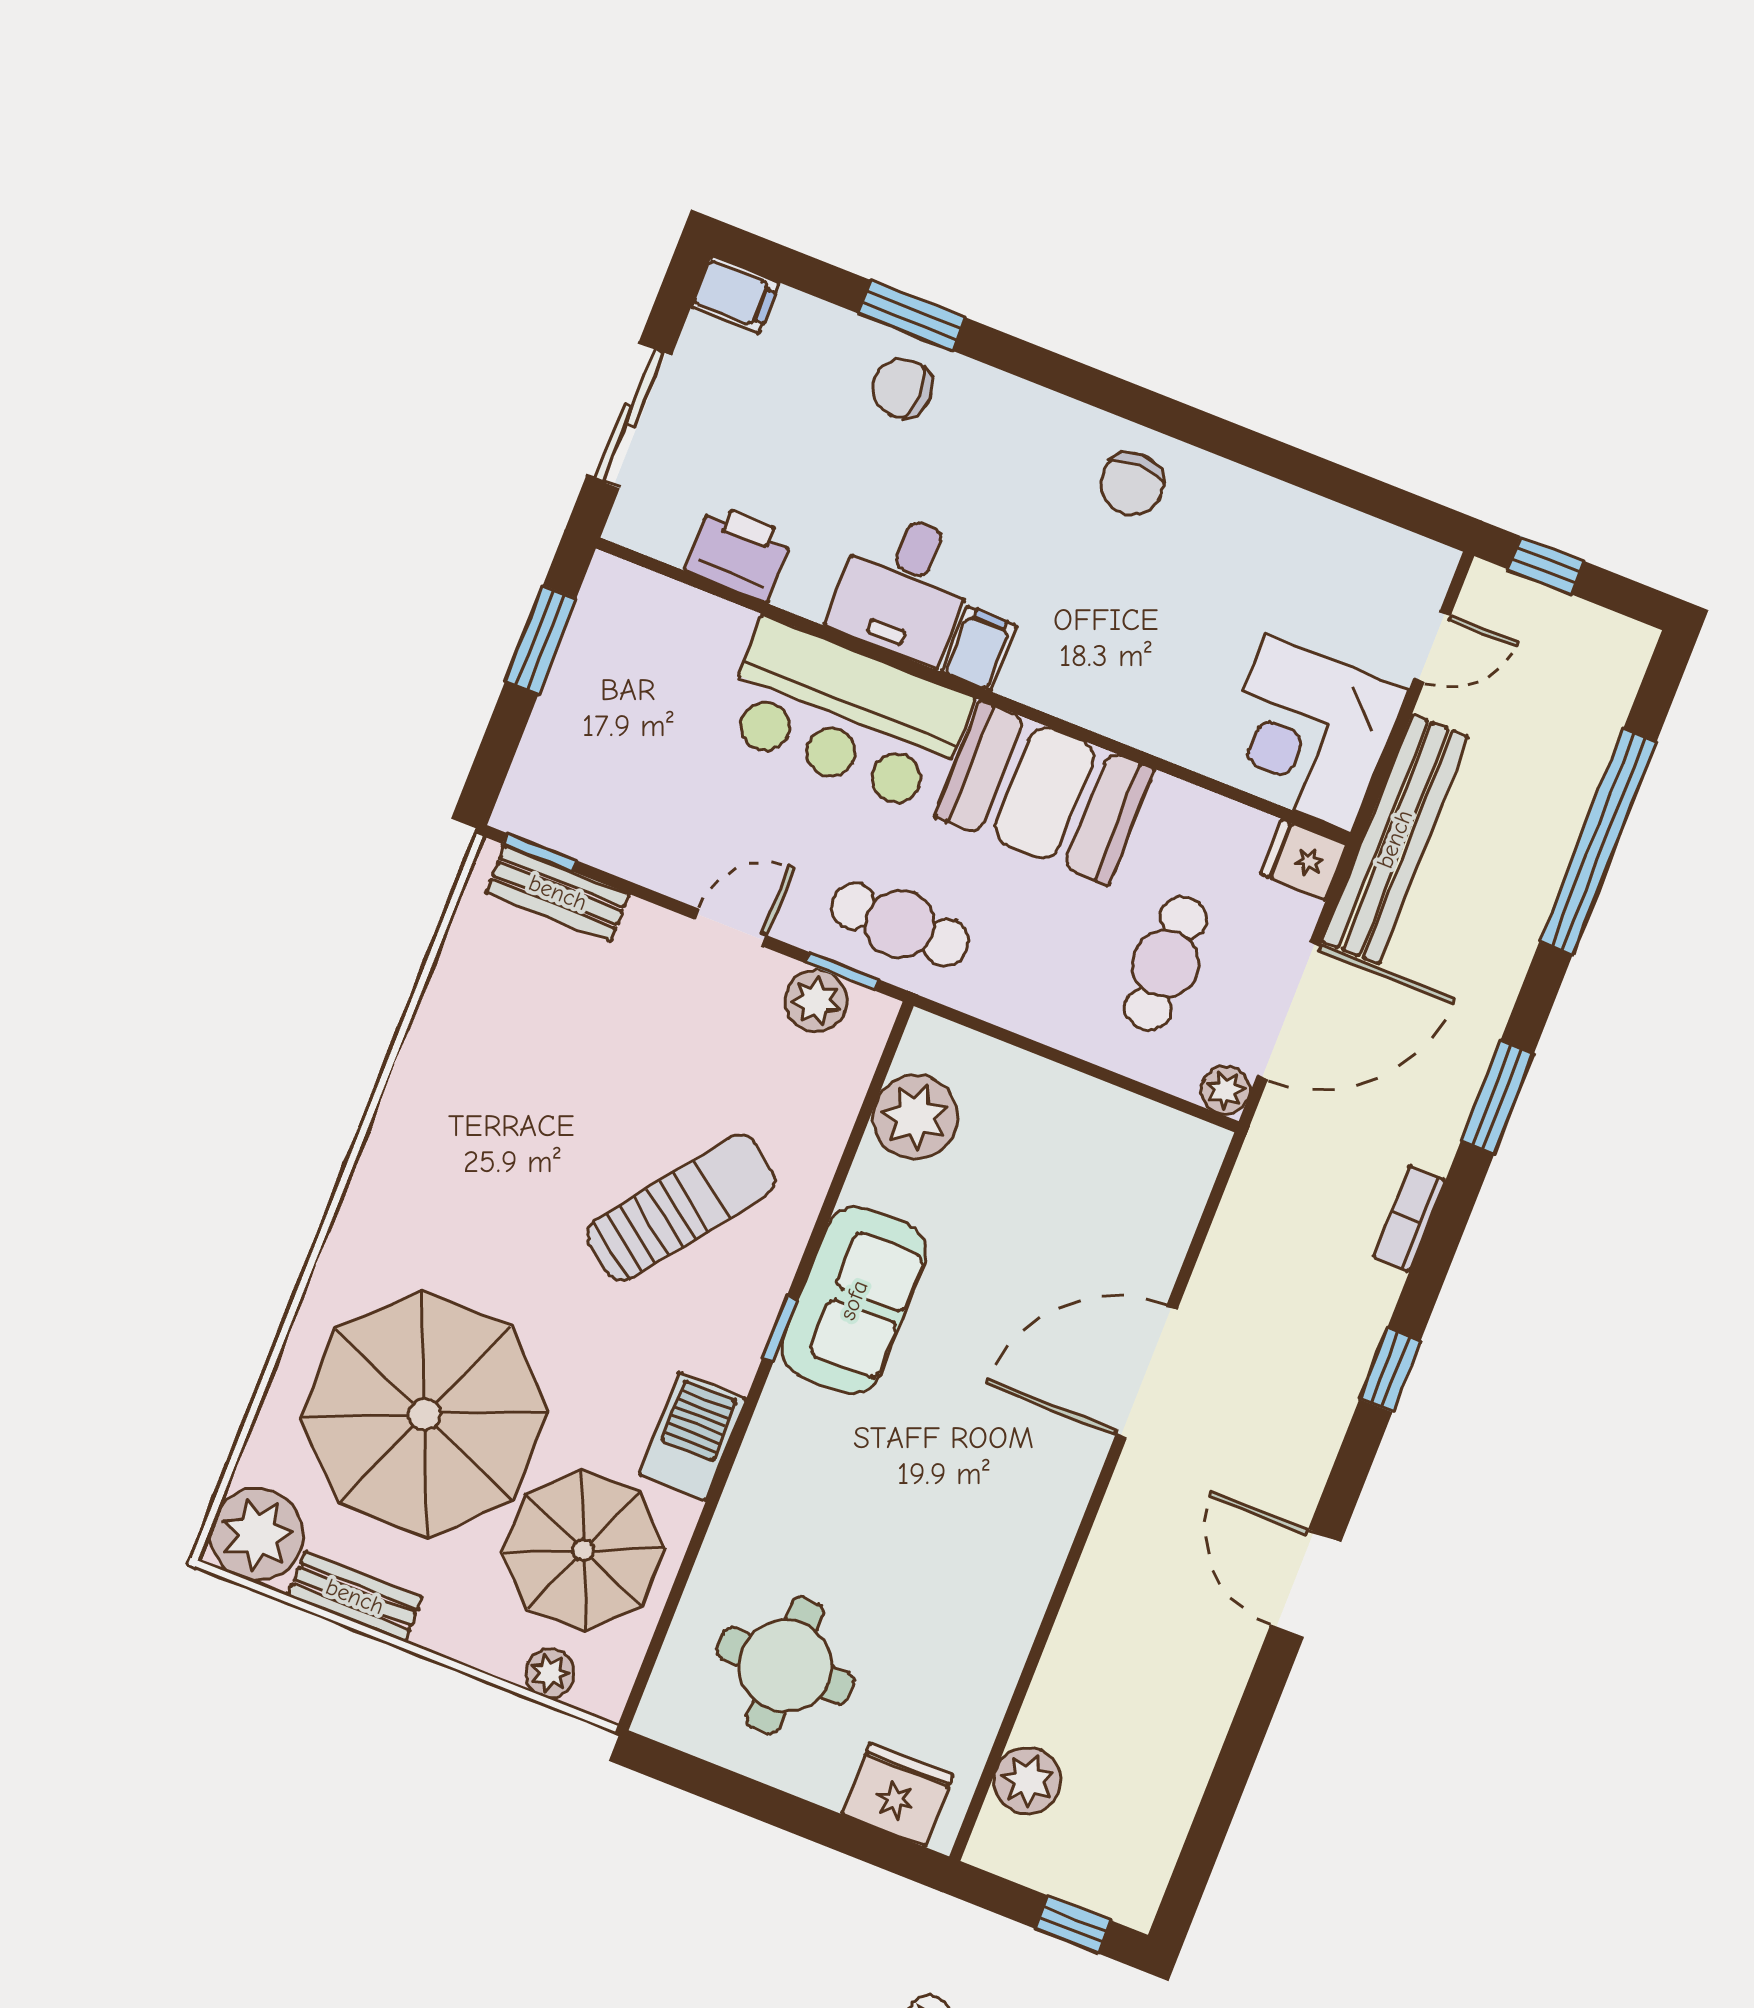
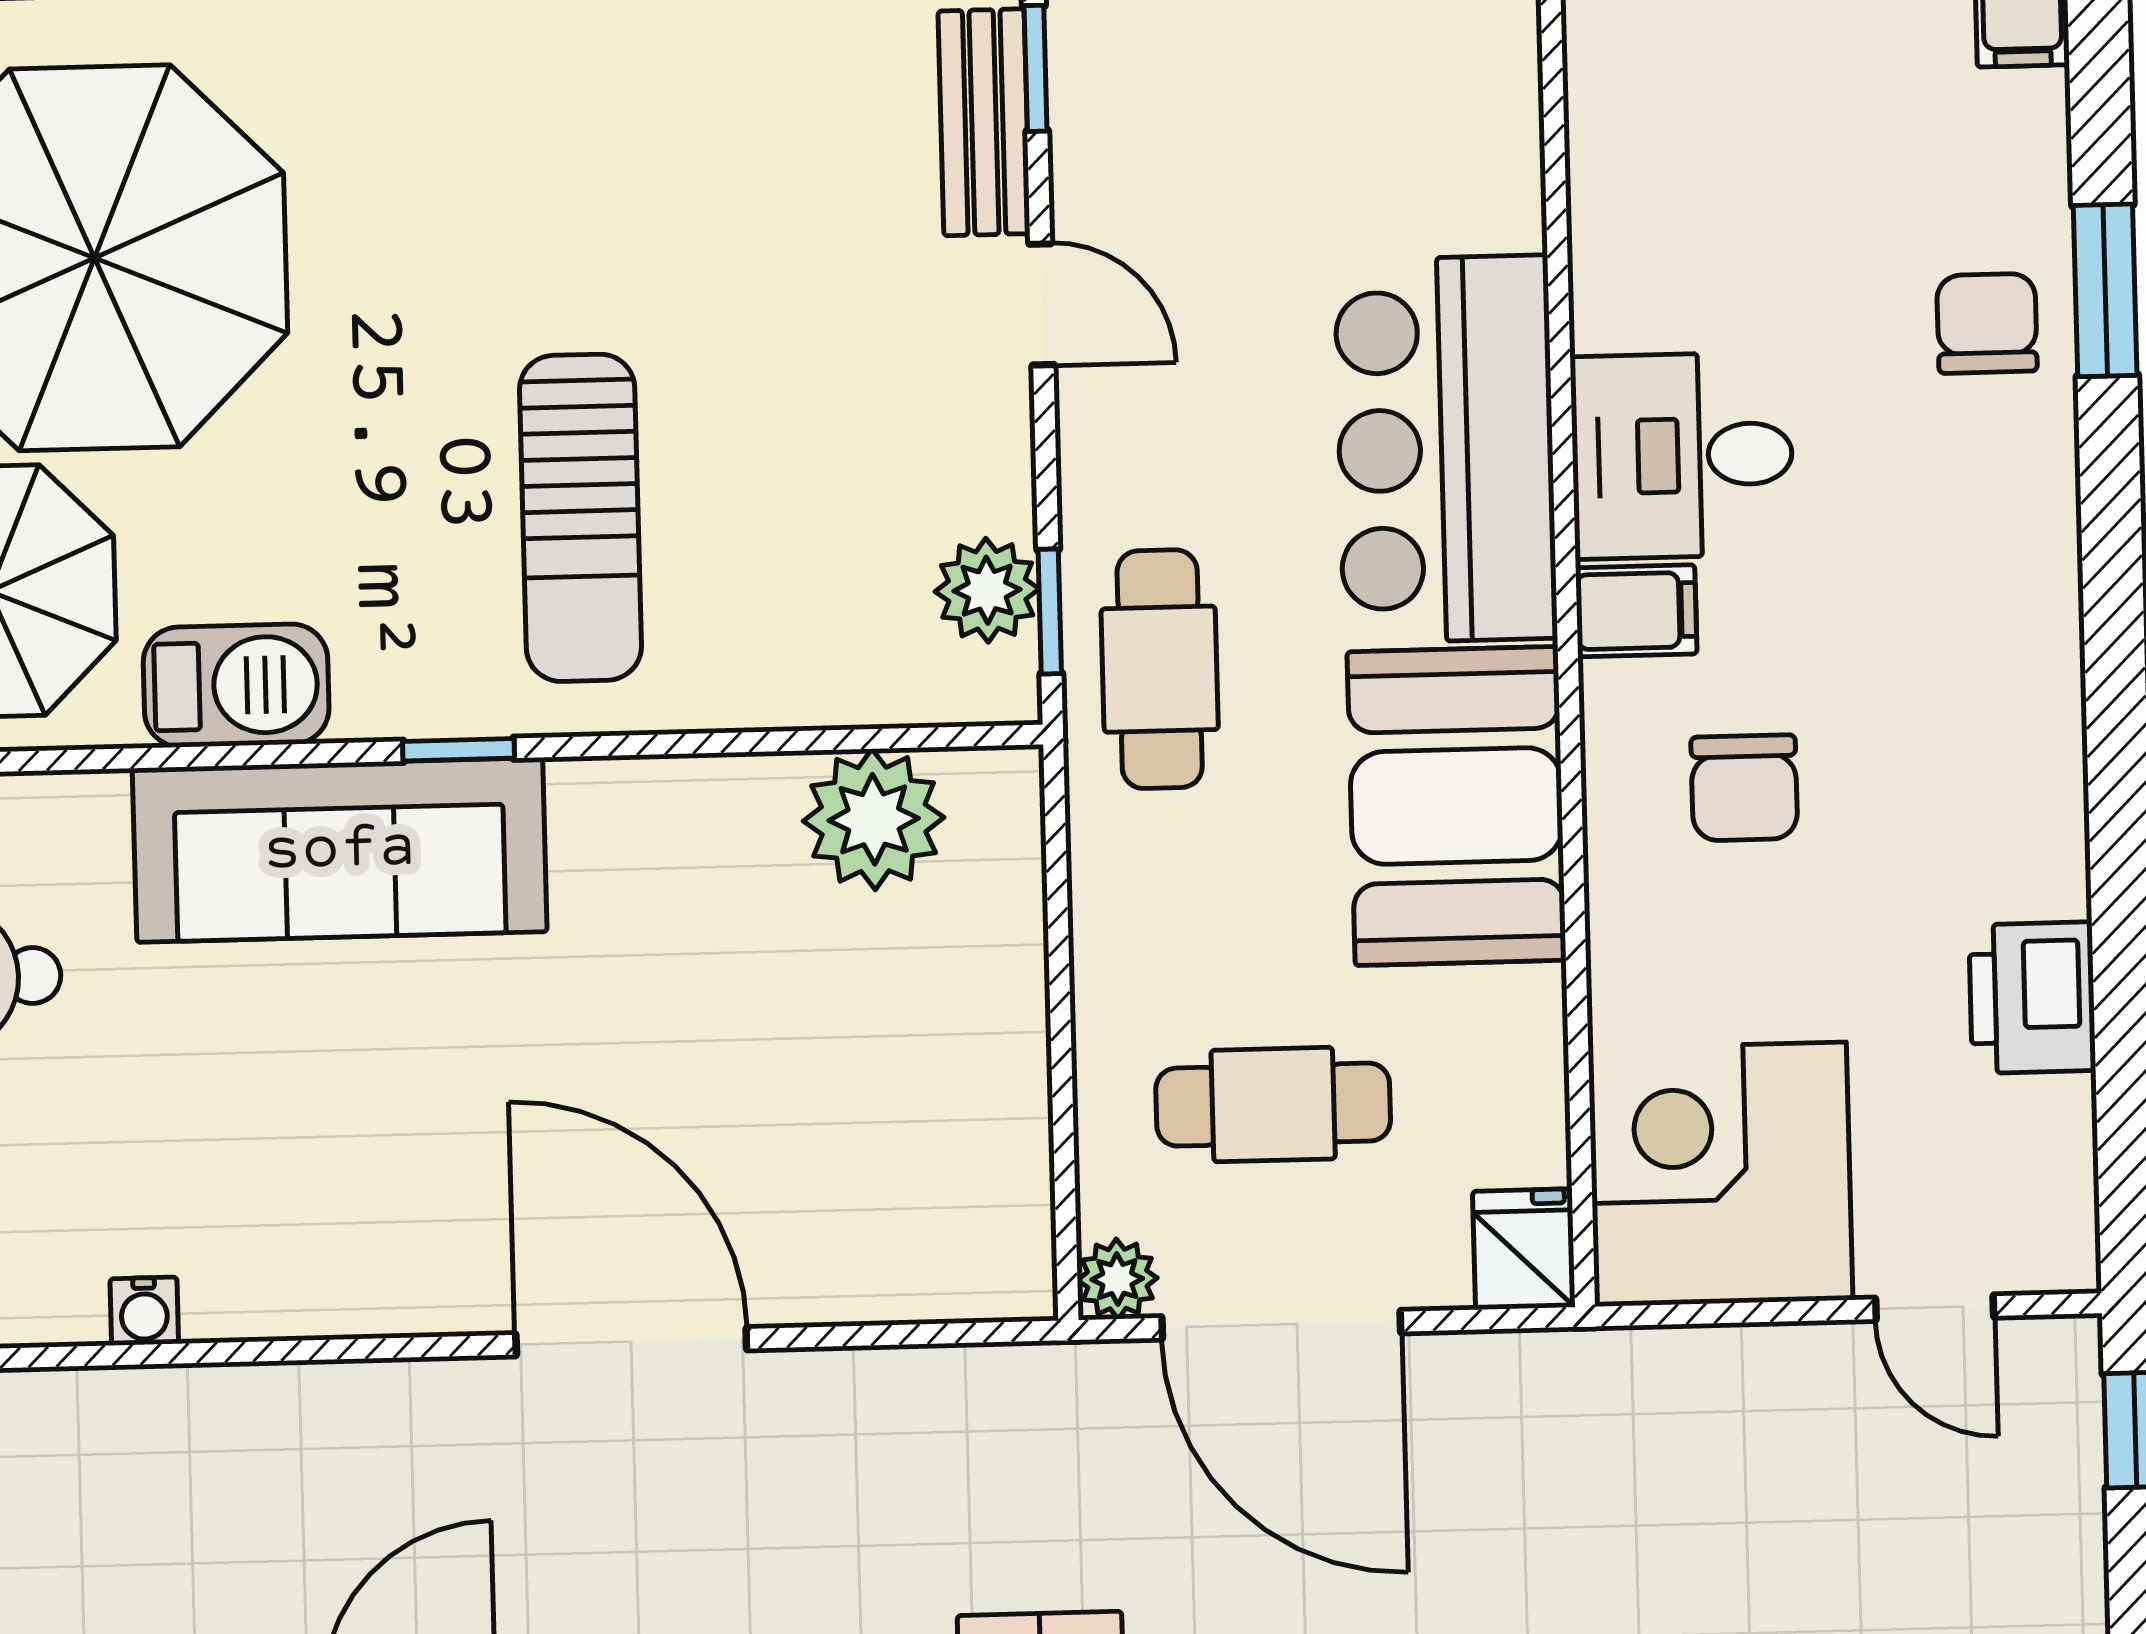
chair: (1132, 484) -> (1744, 788), moved, turned -90
printer: (739, 553) -> (2032, 998), moved, turned 180
bench: (1395, 839) -> (1615, 1377), removed
door: (731, 928) -> (1042, 304), moved
sun lounger: (681, 1208) -> (581, 518), turned 53
sofa: (854, 1300) -> (340, 850), moved, width x1.36
water cooler: (1016, 1633) -> (144, 1311), added

